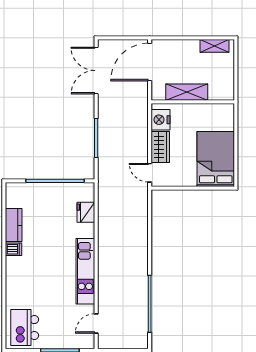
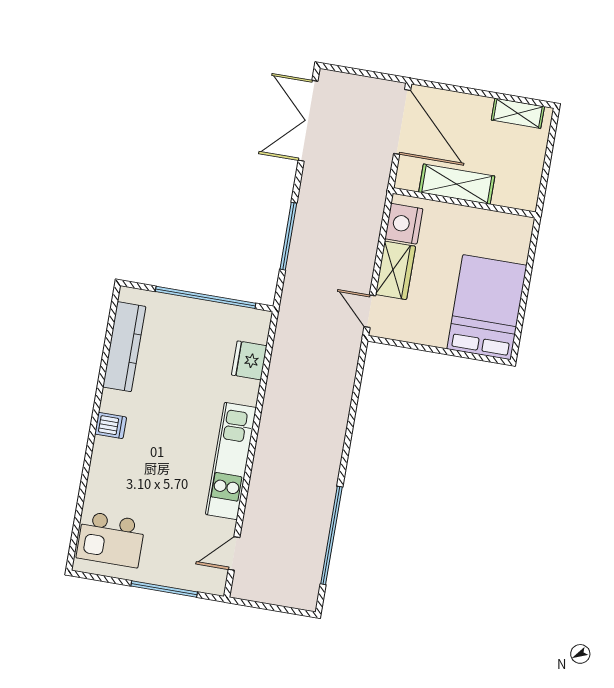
door: (150, 62) -> (402, 122), swing flipped
kitchen counter: (14, 225) -> (124, 347), width x1.50
dishwasher: (14, 249) -> (111, 426), moved
kitchen island: (25, 328) -> (111, 540), turned -90

